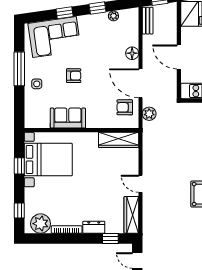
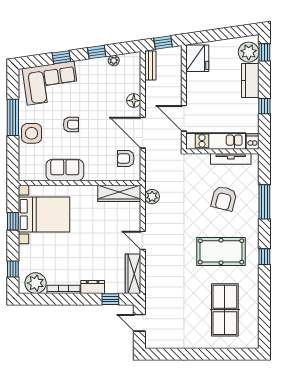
door: (179, 57) -> (184, 118), moved
side table: (37, 84) -> (32, 133), width x1.87, depth x1.87
plant: (149, 114) -> (152, 197), moved

